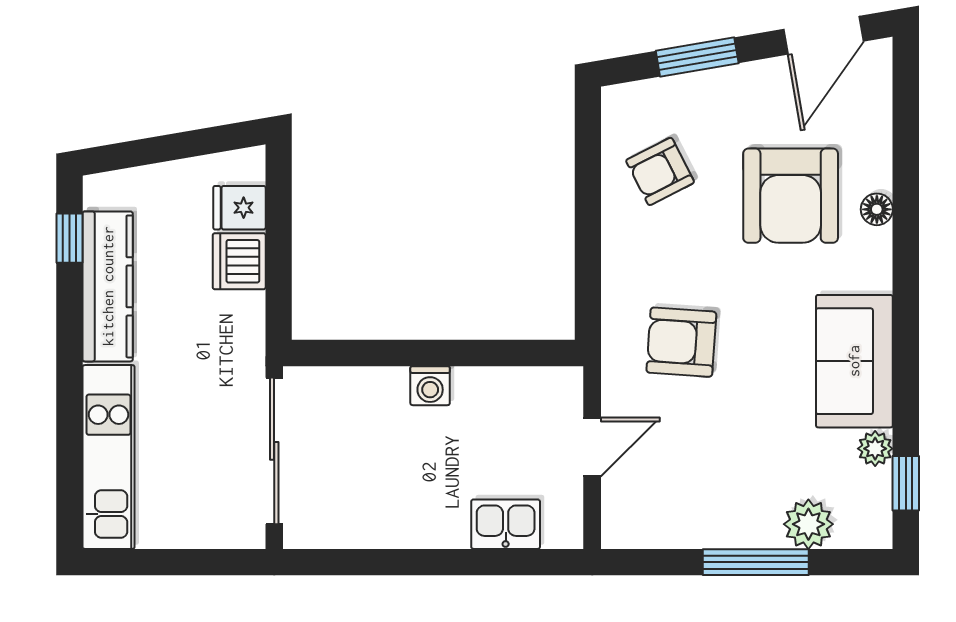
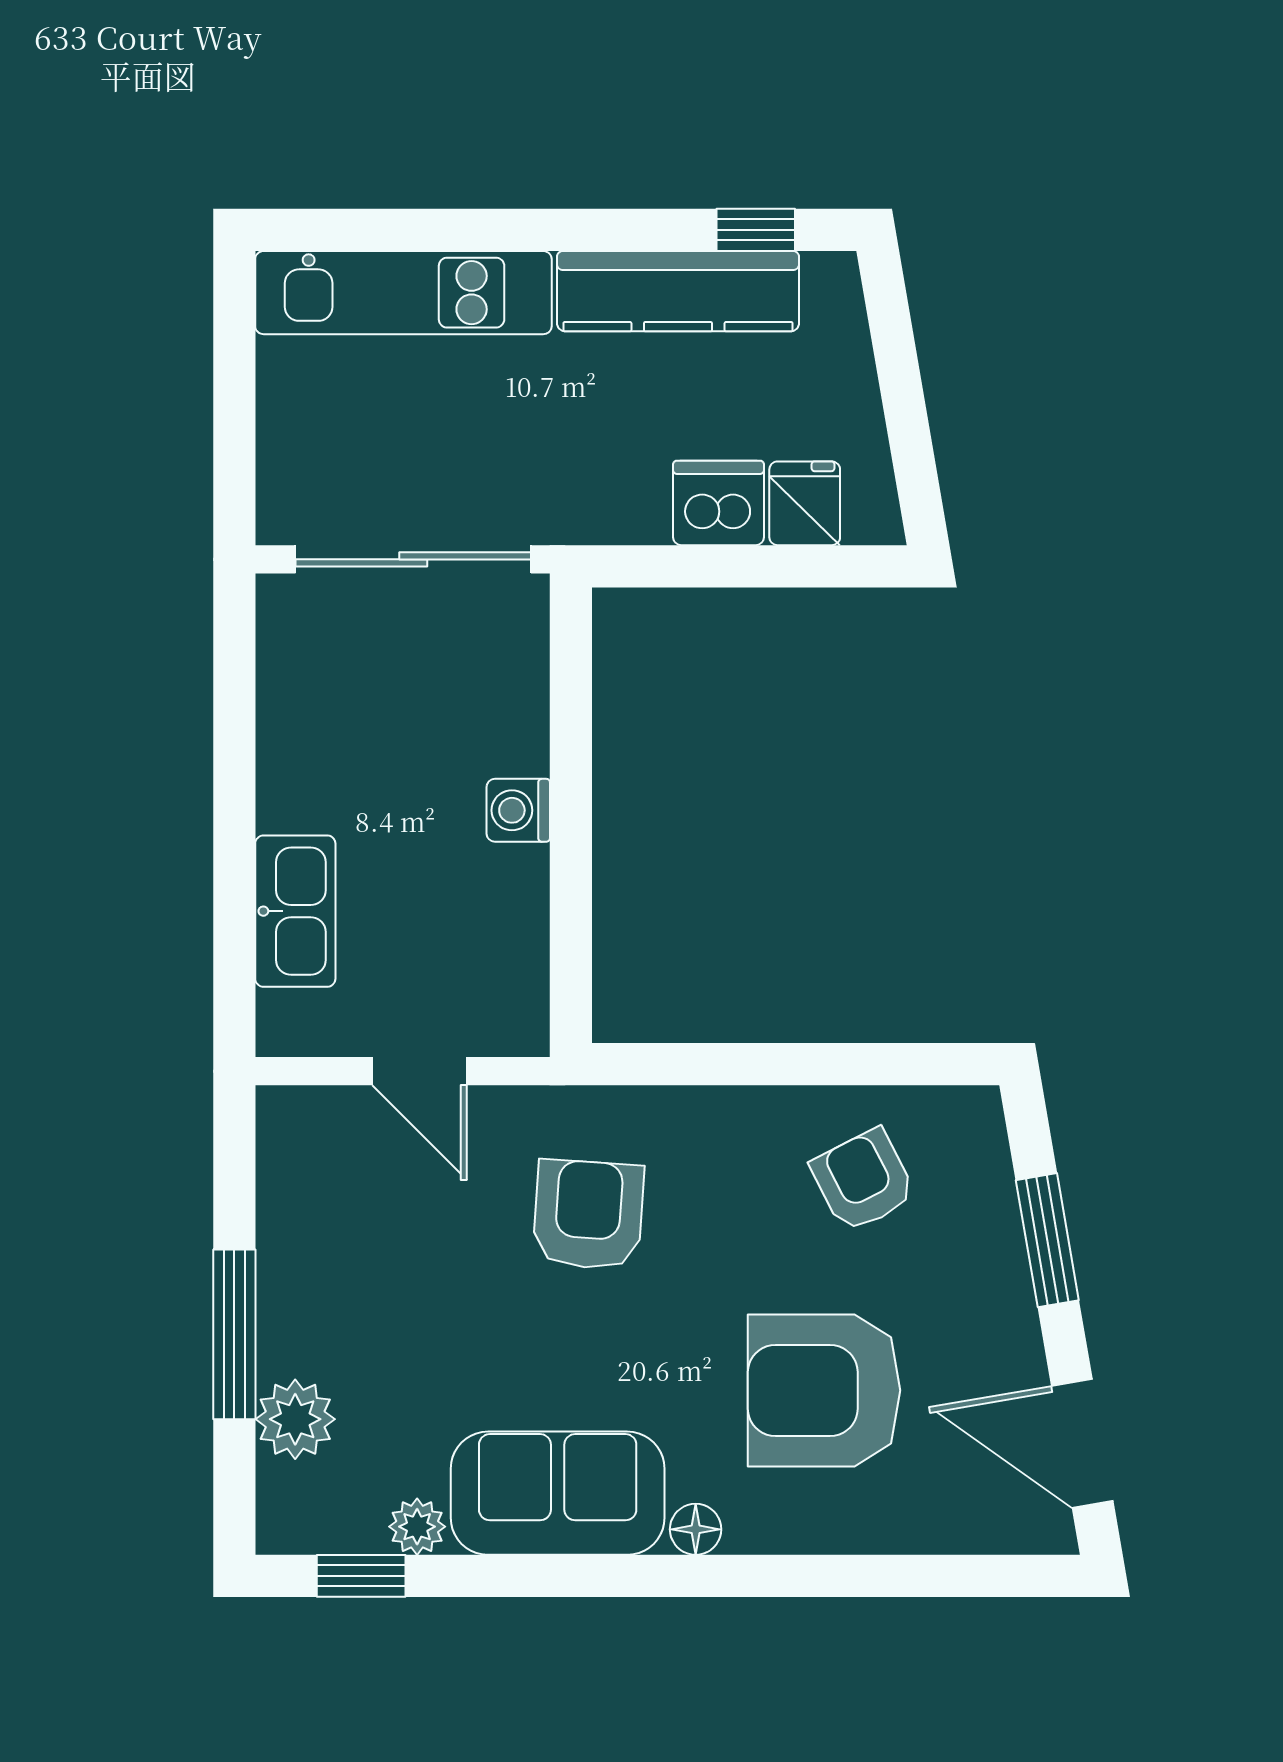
floor lamp: (877, 209) -> (696, 1529), moved
kitchen sink: (506, 524) -> (295, 911), width x1.38

